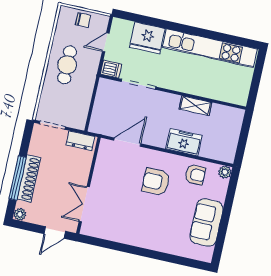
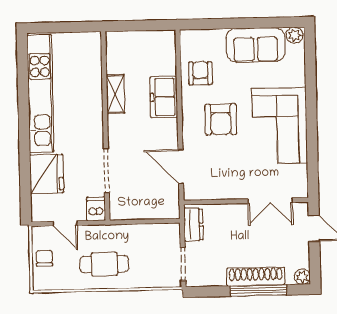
plant: (225, 172) -> (294, 35), moved
corner sofa: (140, 226) -> (280, 126), added

